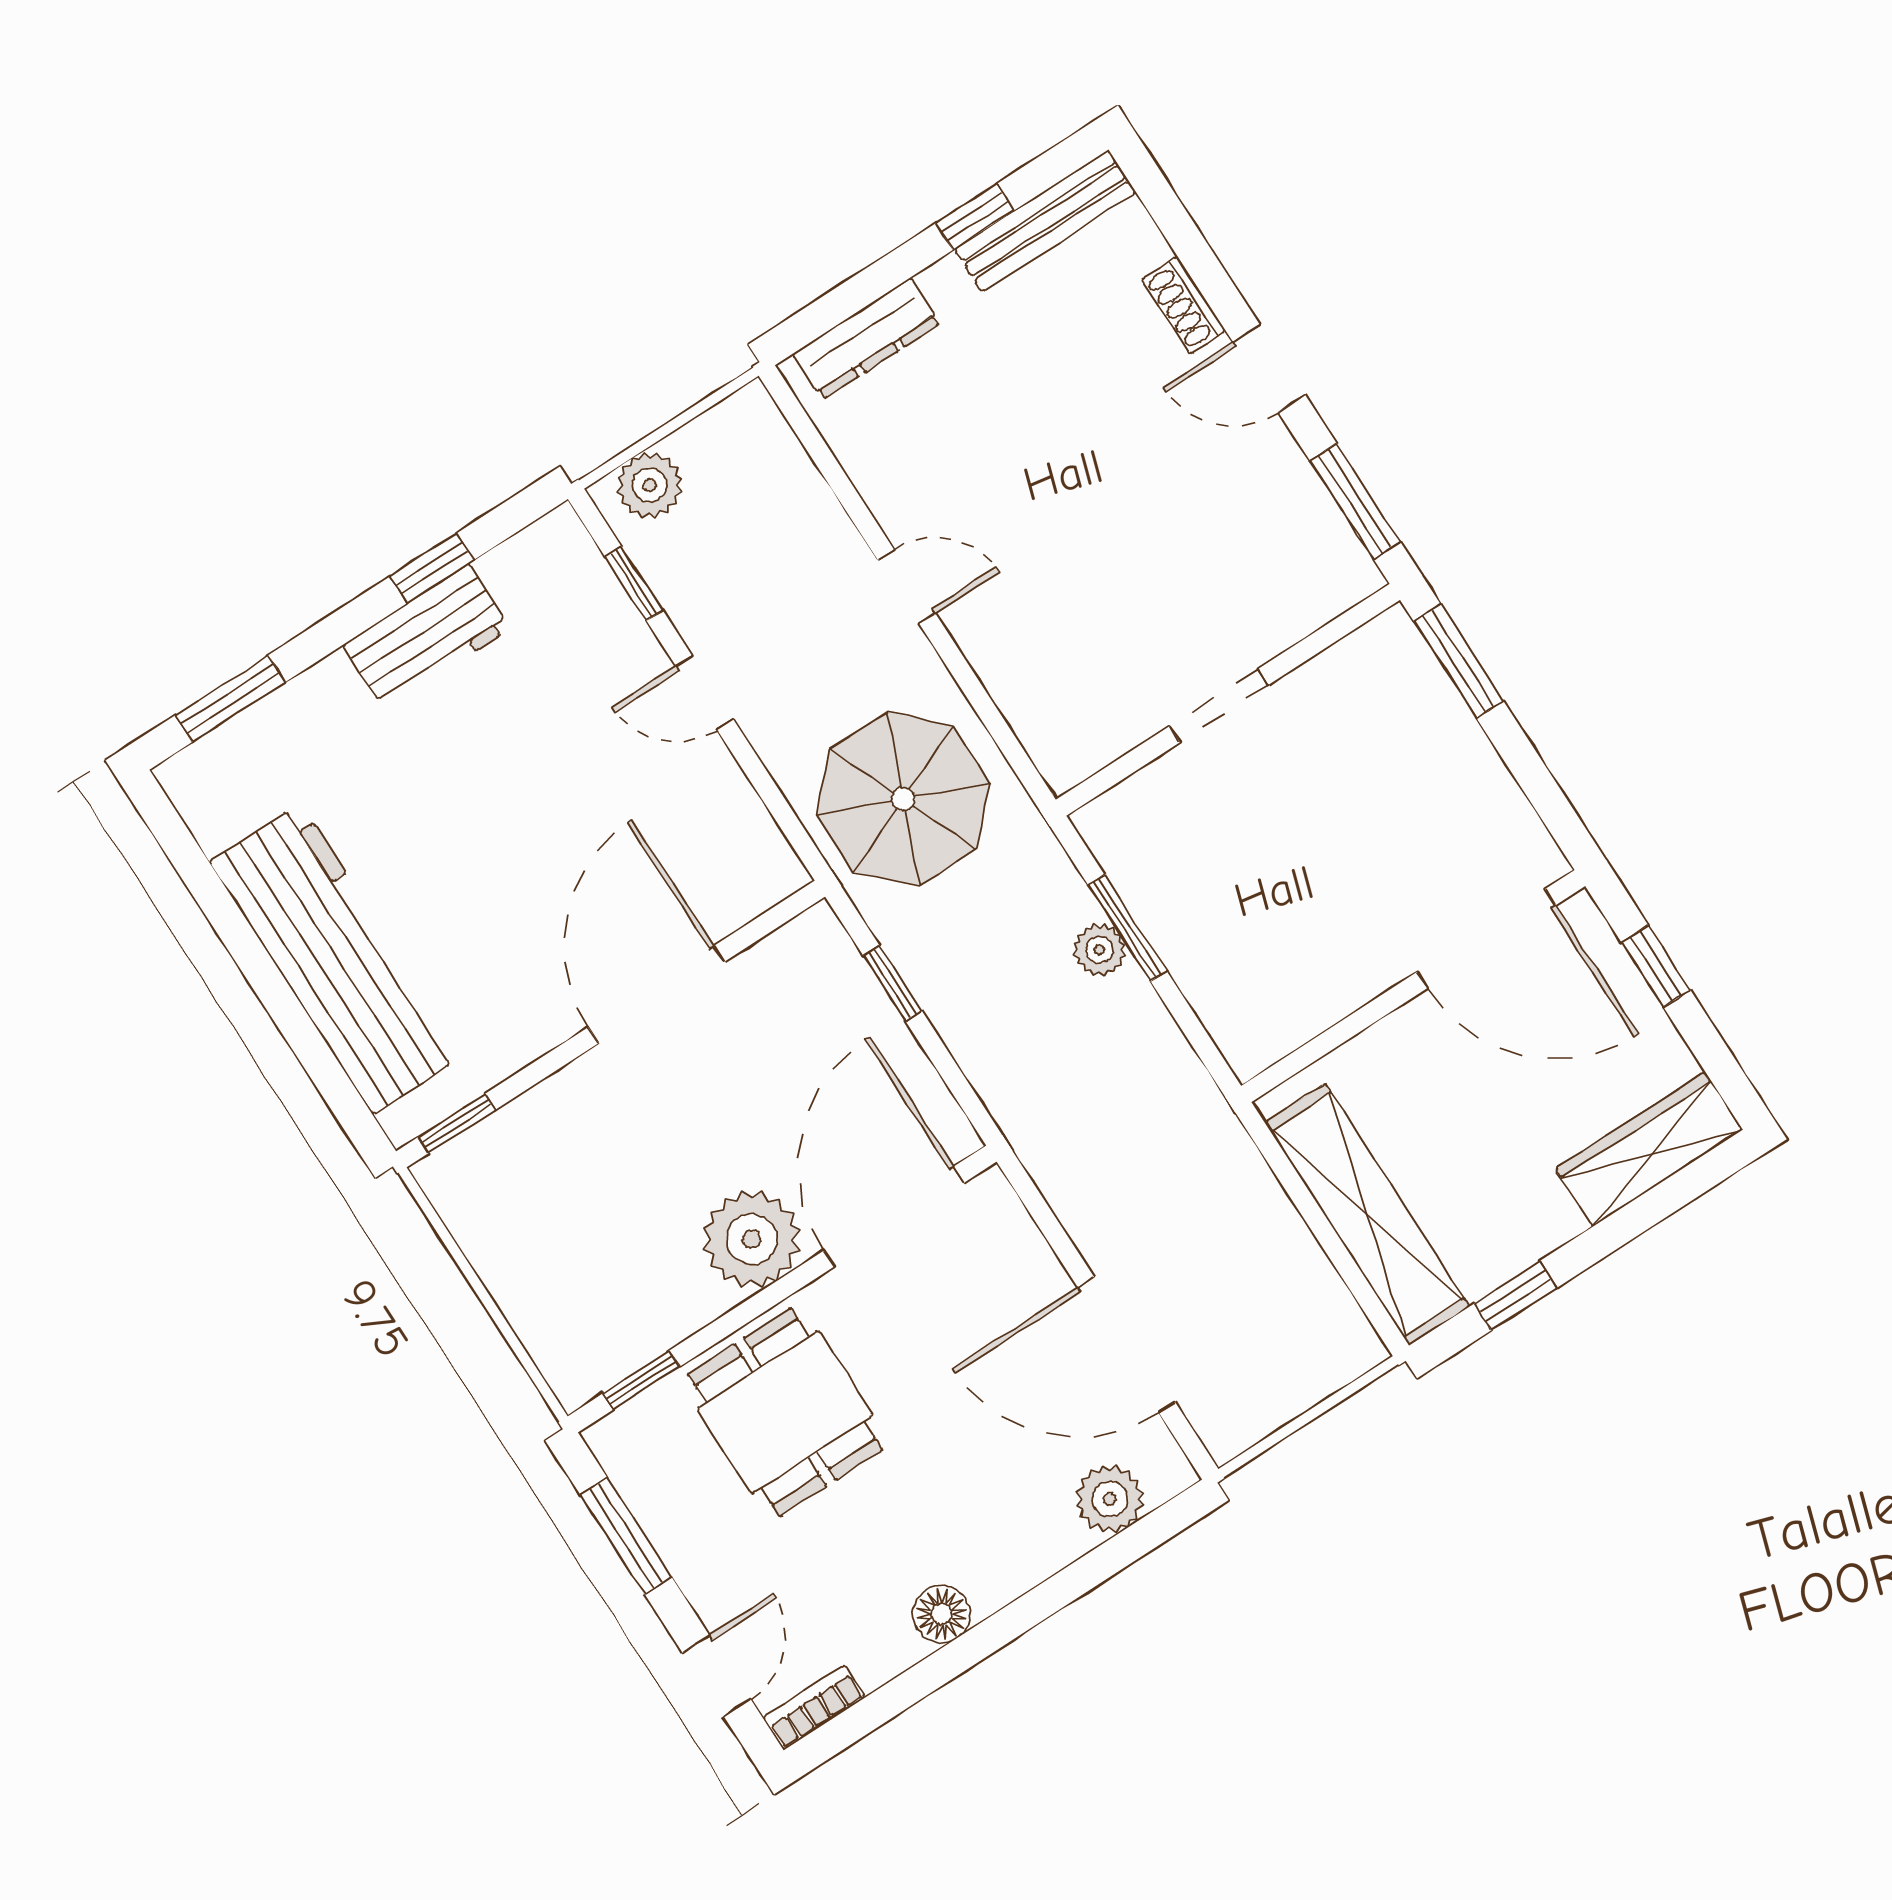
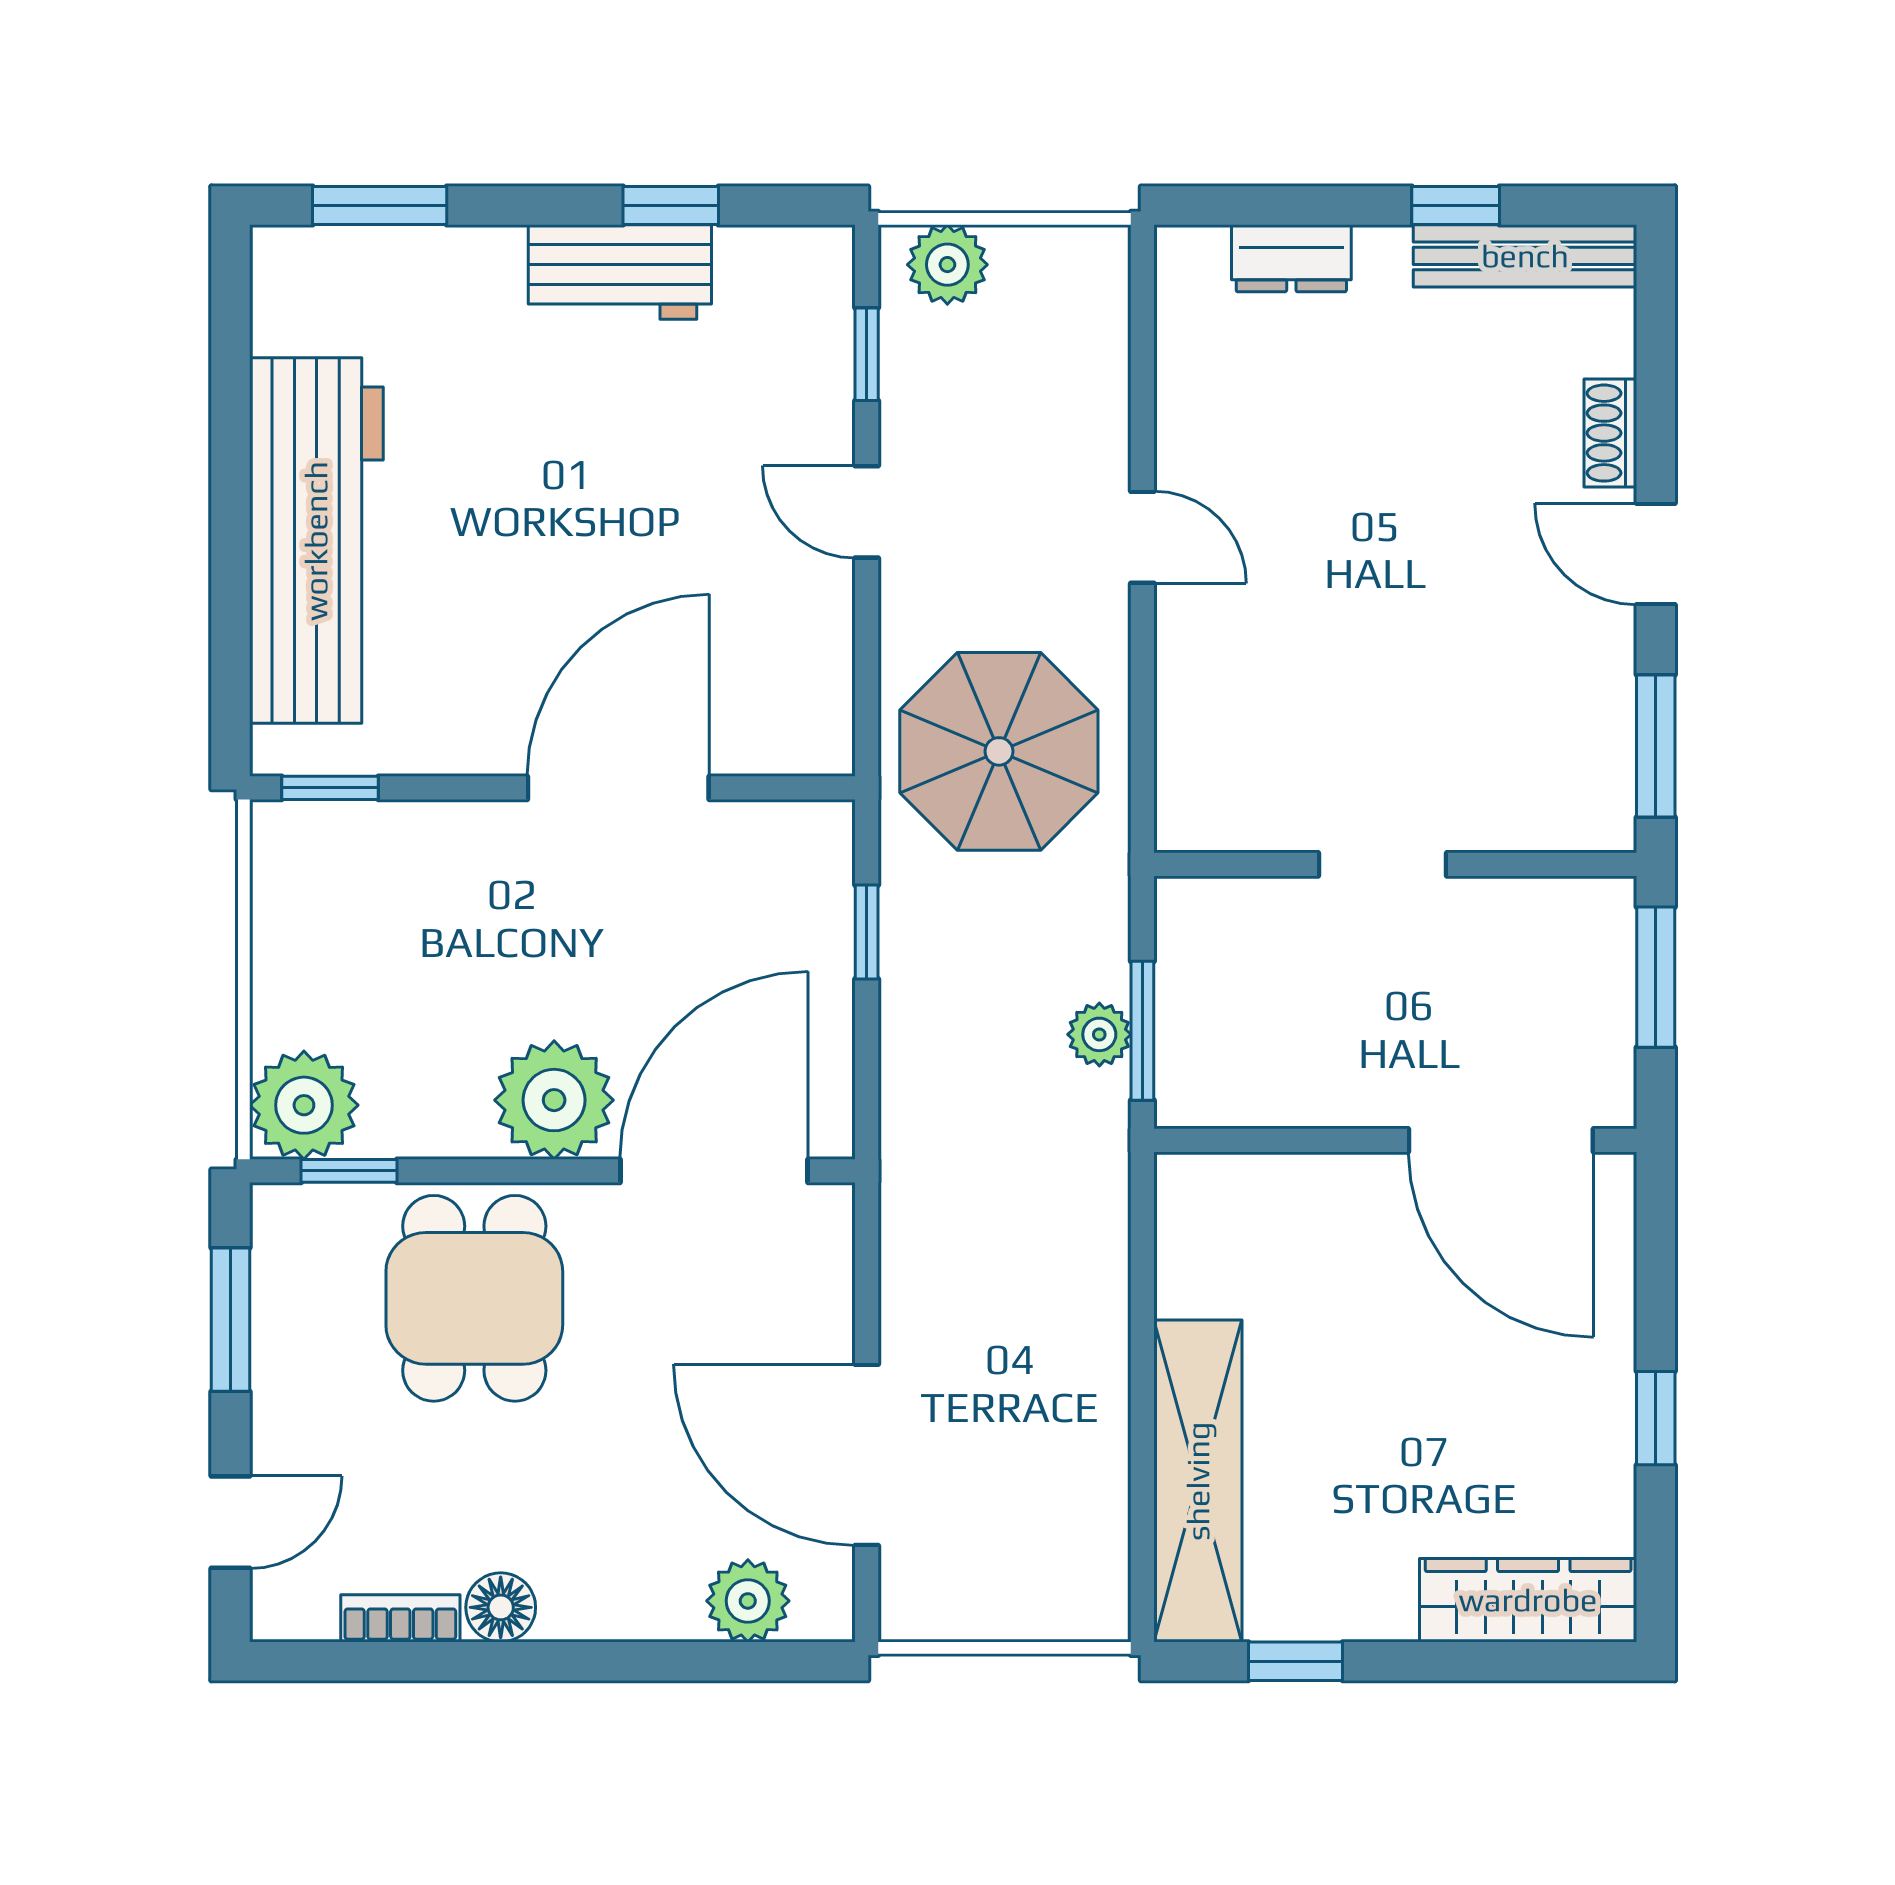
dresser: (867, 339) -> (1291, 258), width x0.70
door: (1486, 939) -> (1501, 1140), moved
wall: (1413, 986) -> (1395, 1140), moved
plant: (581, 1355) -> (304, 1105), added
bookcase: (814, 1707) -> (400, 1618), moved

